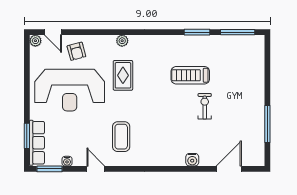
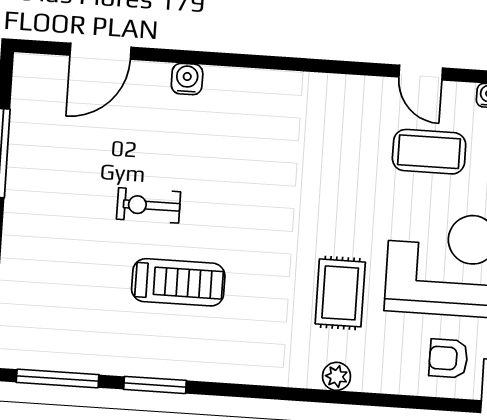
armchair: (76, 51) -> (448, 358), turned -75
exercise bike: (205, 106) -> (149, 205), turned 90
coffee table: (121, 137) -> (429, 152), moved, turned 90

